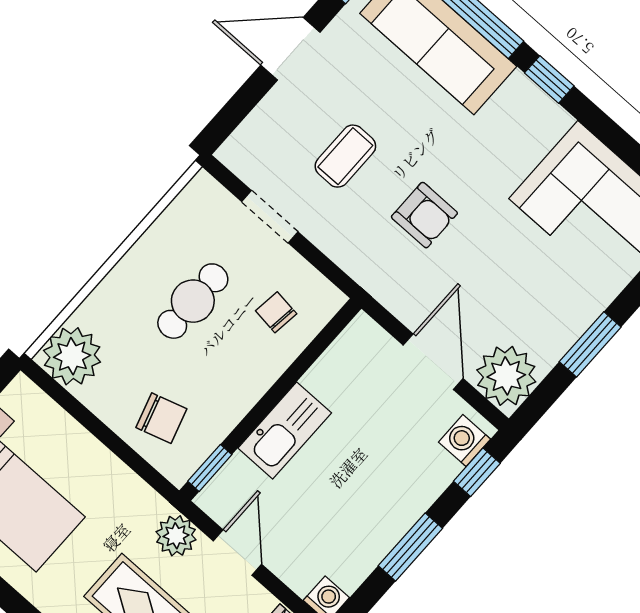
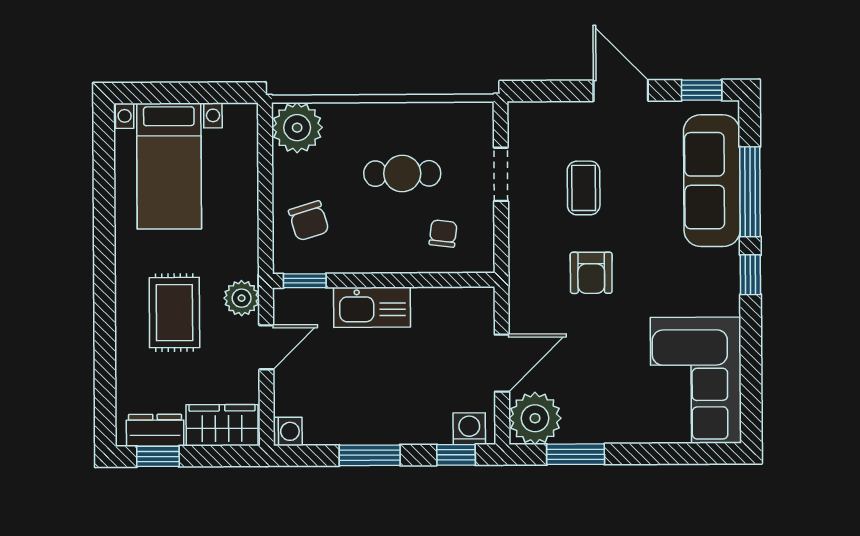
coffee table: (345, 156) -> (584, 188), turned 90
window: (590, 344) -> (576, 454), moved

